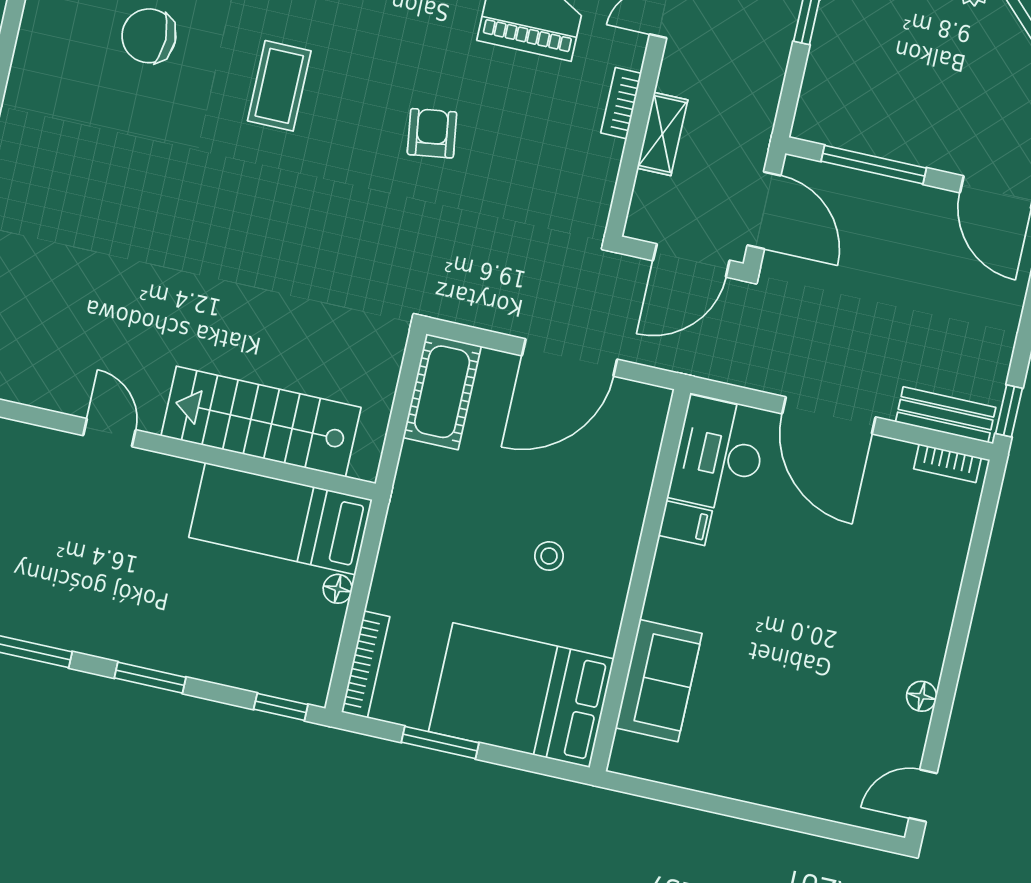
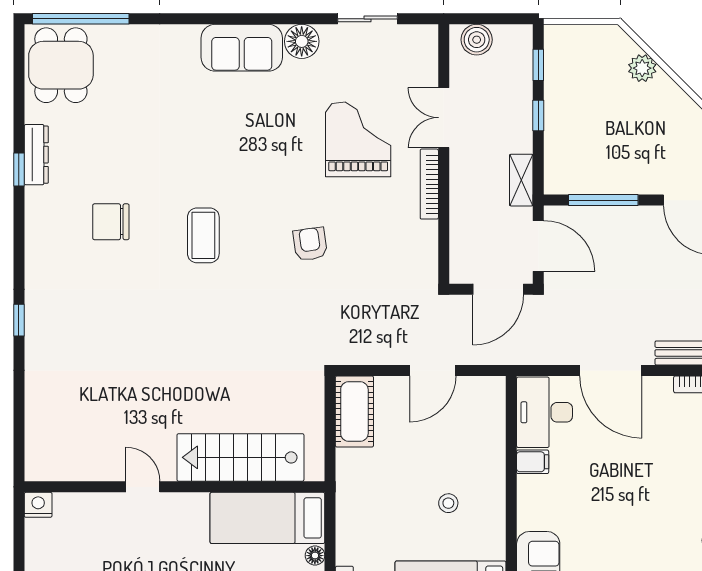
bookcase: (621, 103) -> (429, 184), width x1.56
shelving: (662, 134) -> (521, 180), moved
door: (570, 357) -> (433, 370), width x0.73

